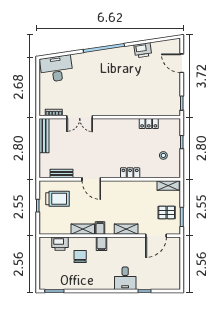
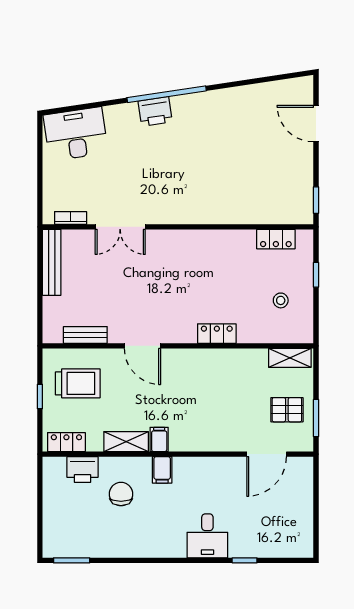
printer: (143, 50) -> (155, 111), moved
locker: (149, 124) -> (276, 239), moved
locker: (52, 229) -> (66, 442), added
shelving: (126, 229) -> (209, 442), removed

